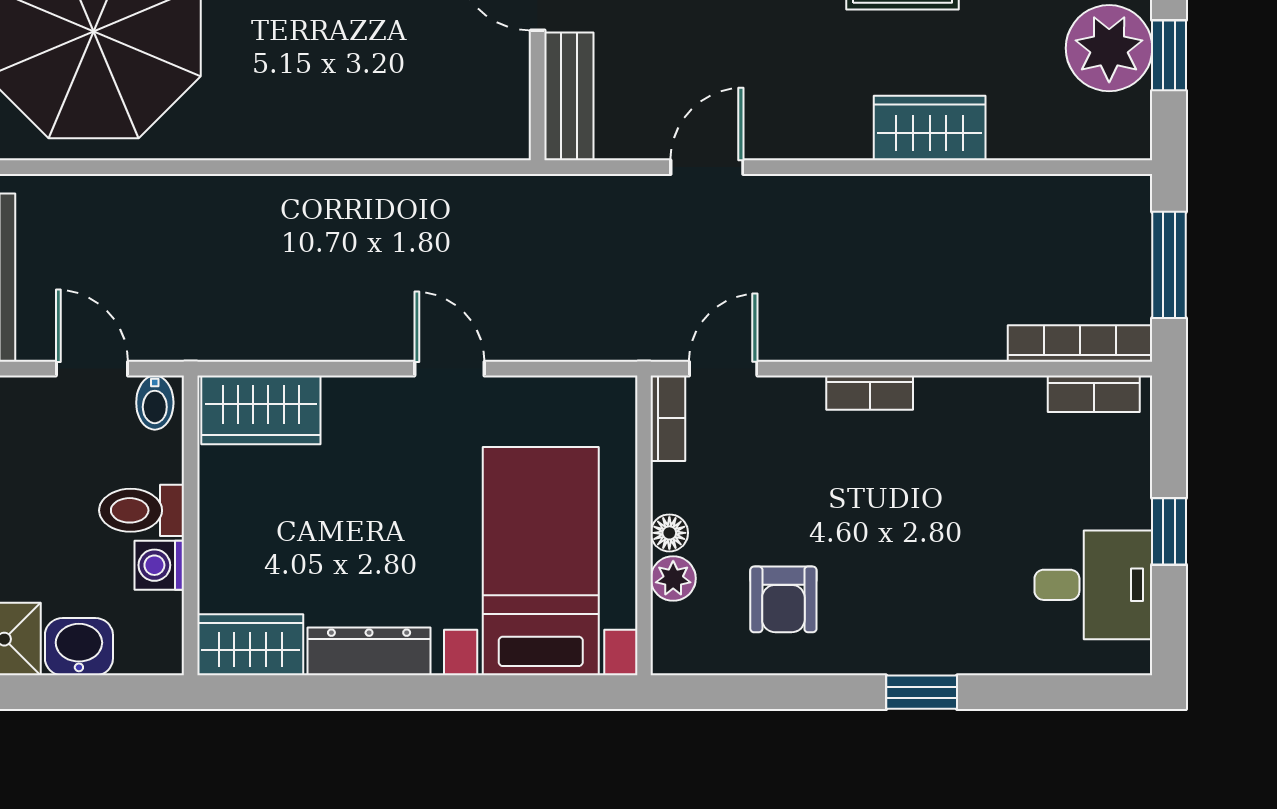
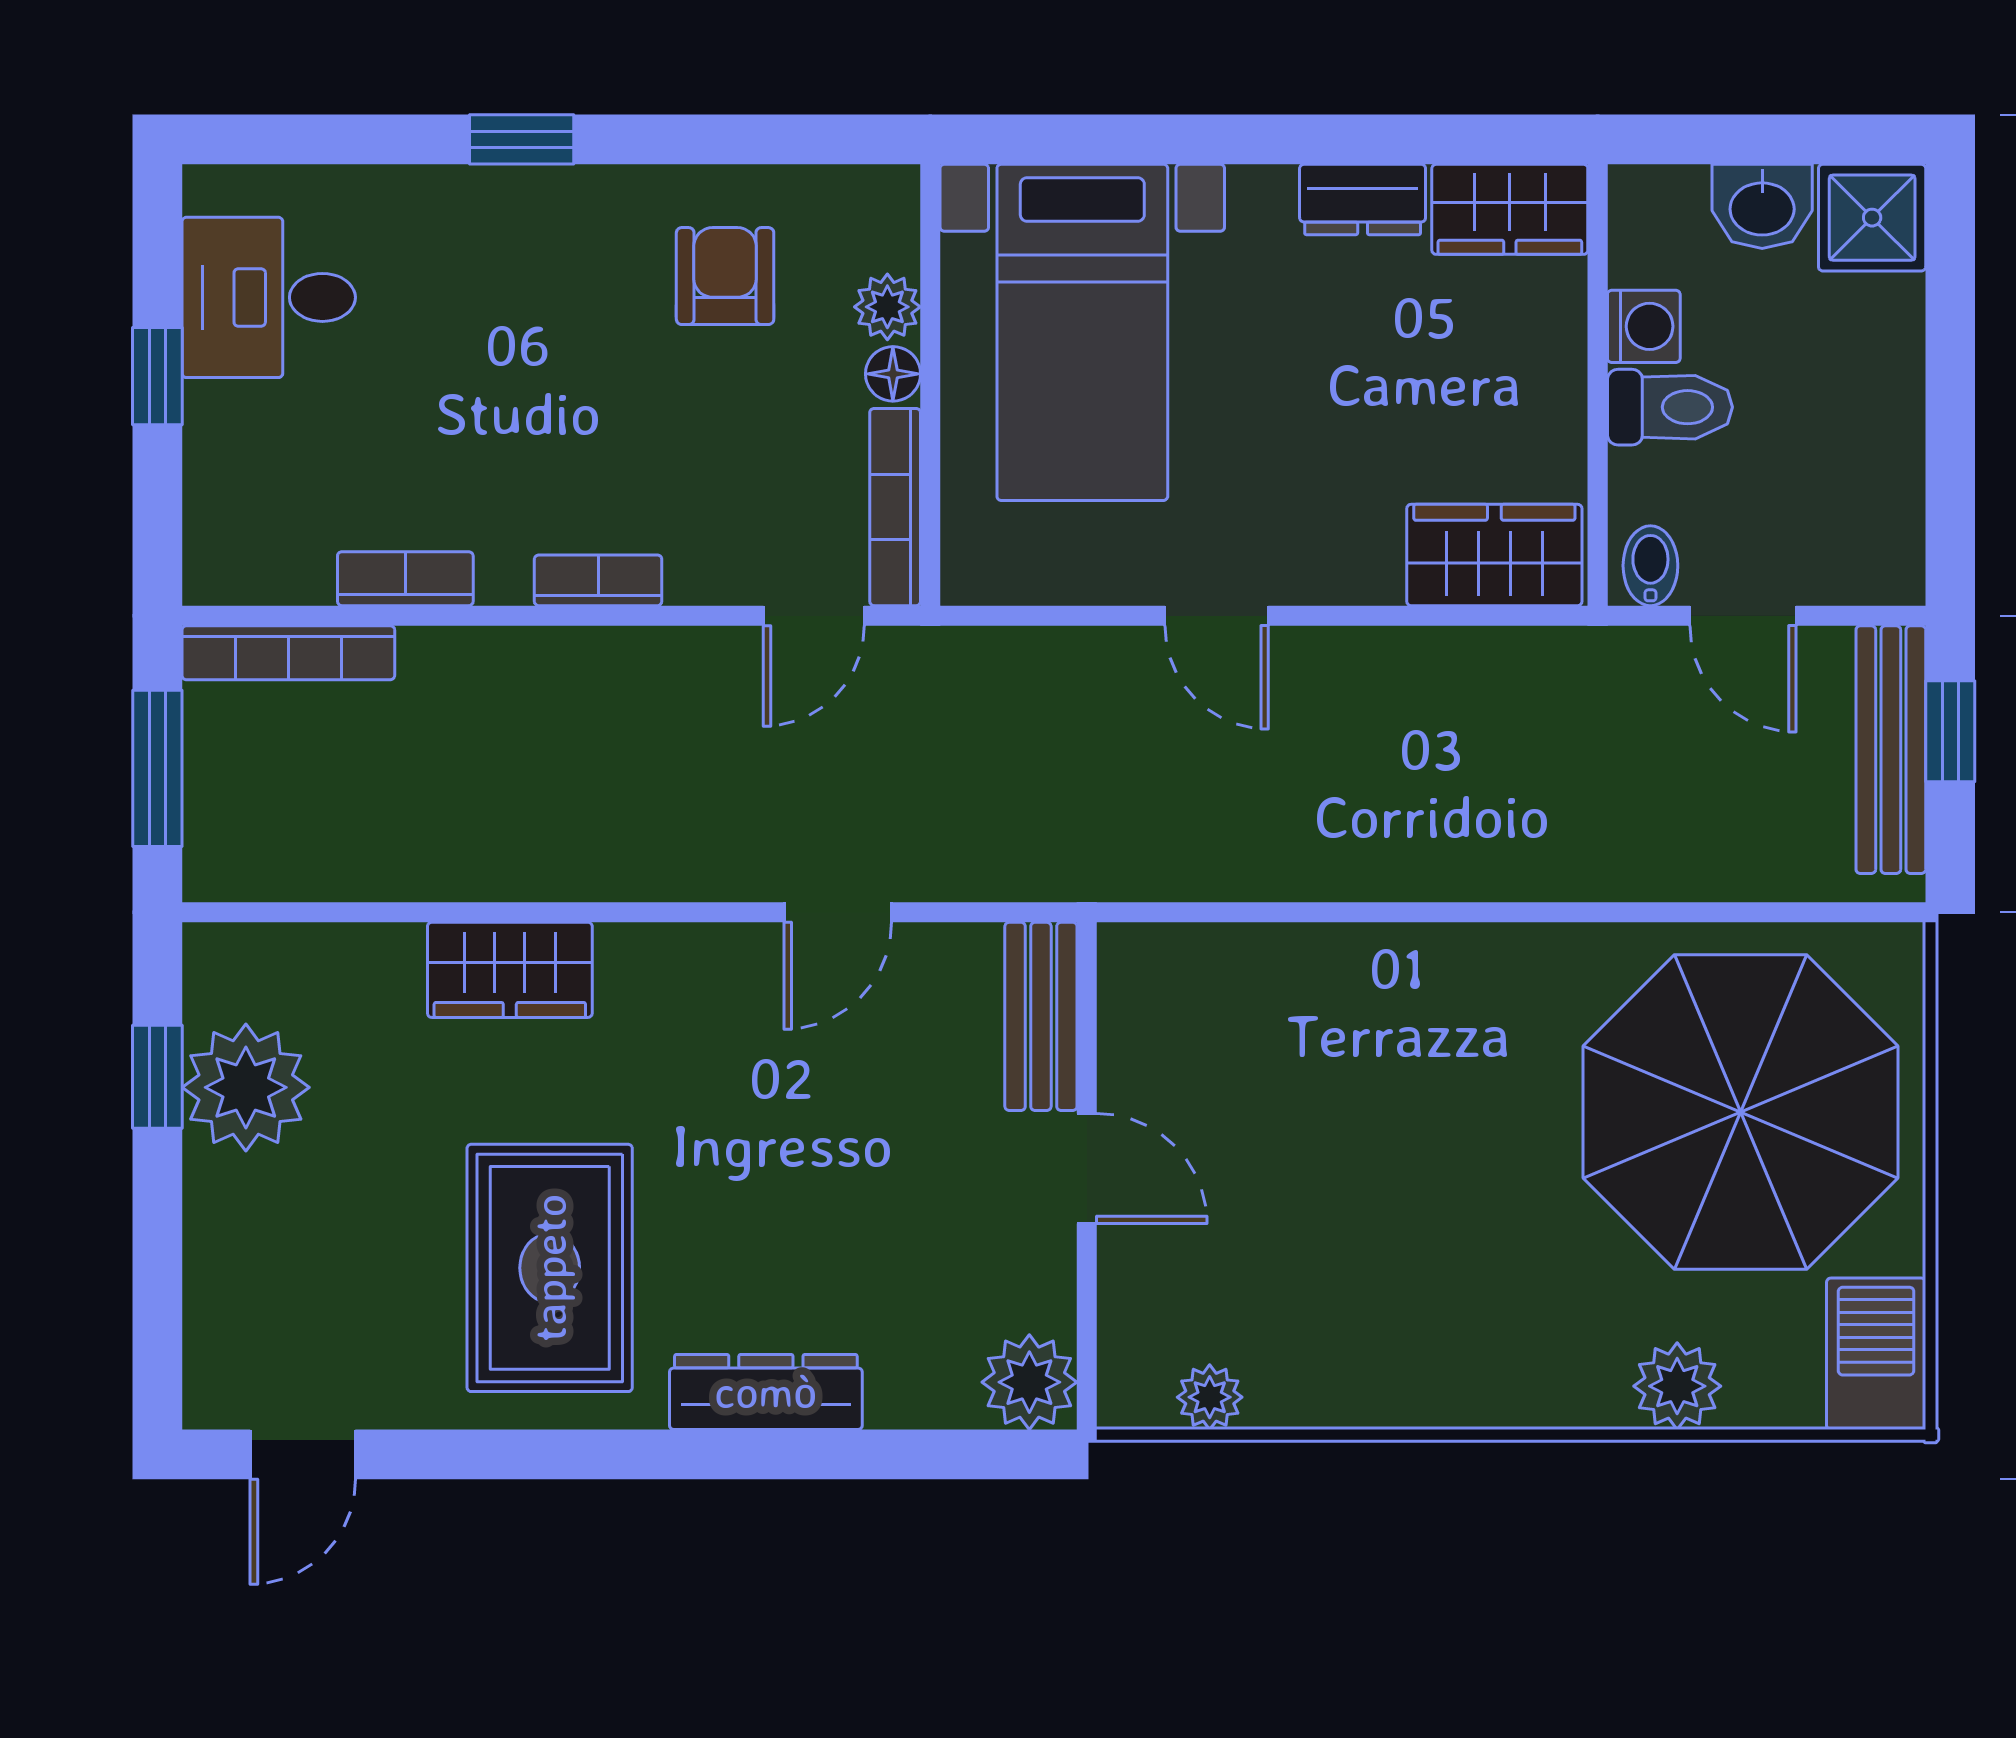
bookcase: (1094, 394) -> (405, 579), moved
bookcase: (668, 418) -> (895, 507), width x1.56
dresser: (369, 651) -> (1363, 199), width x0.70

